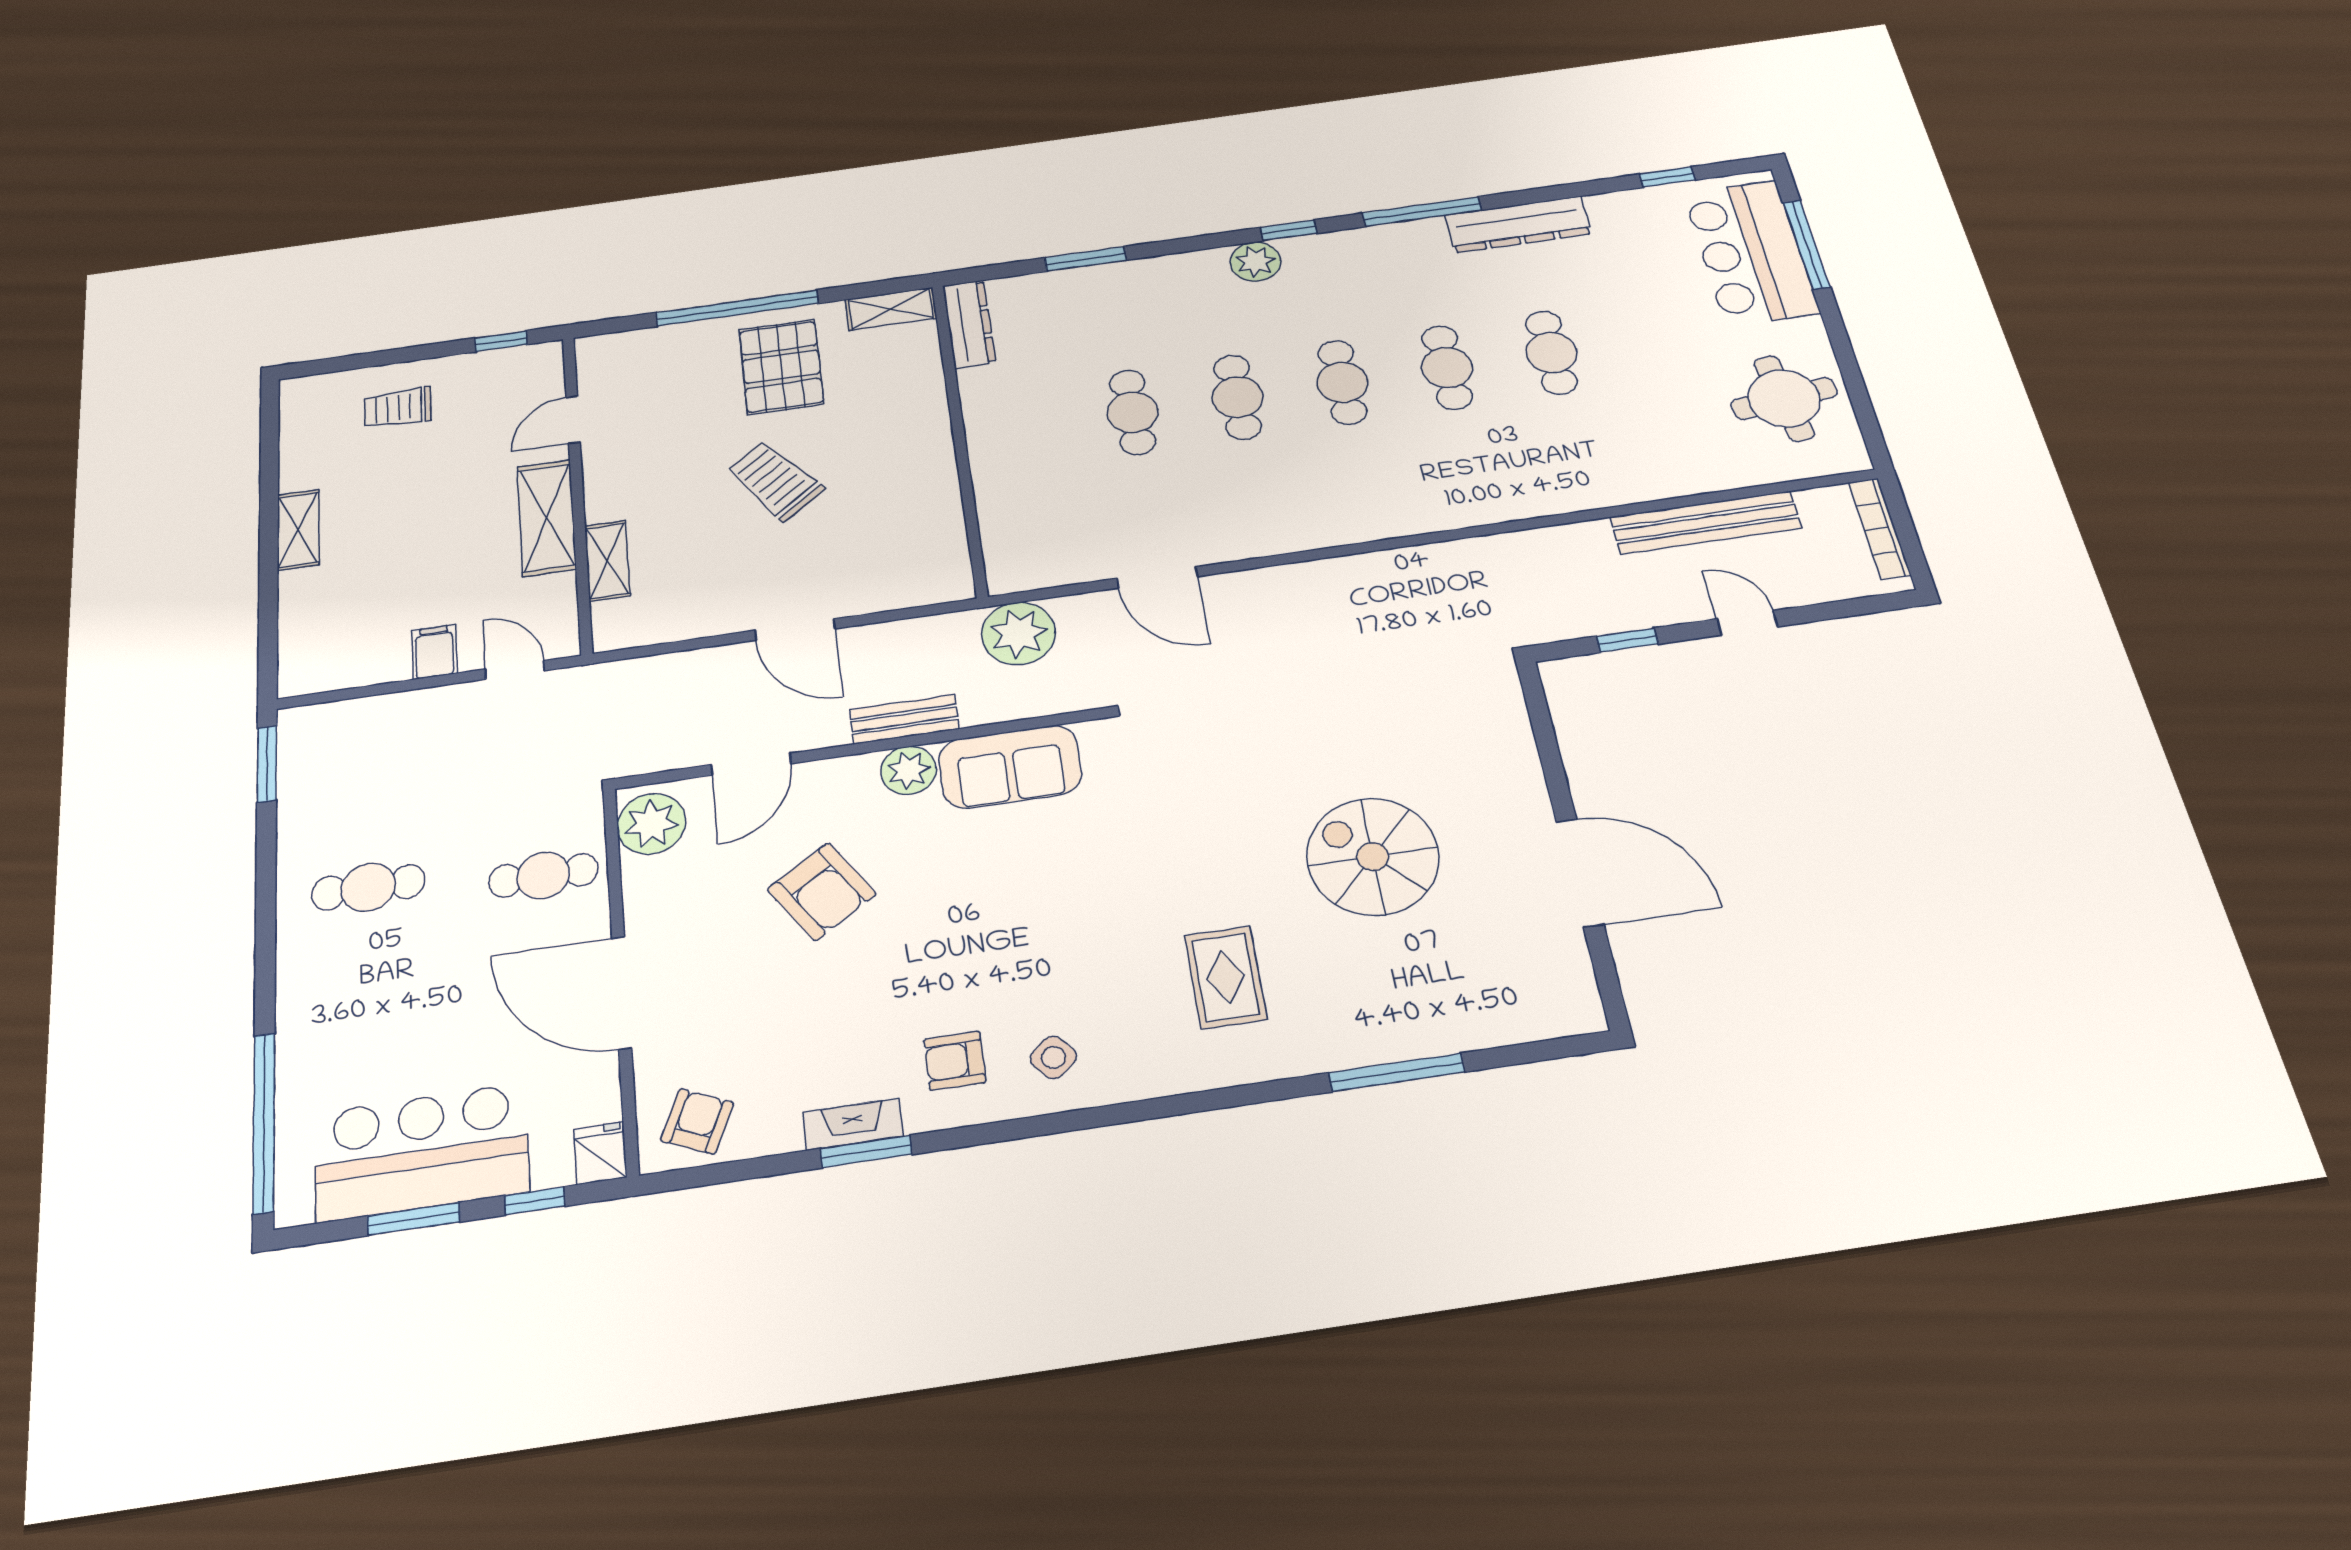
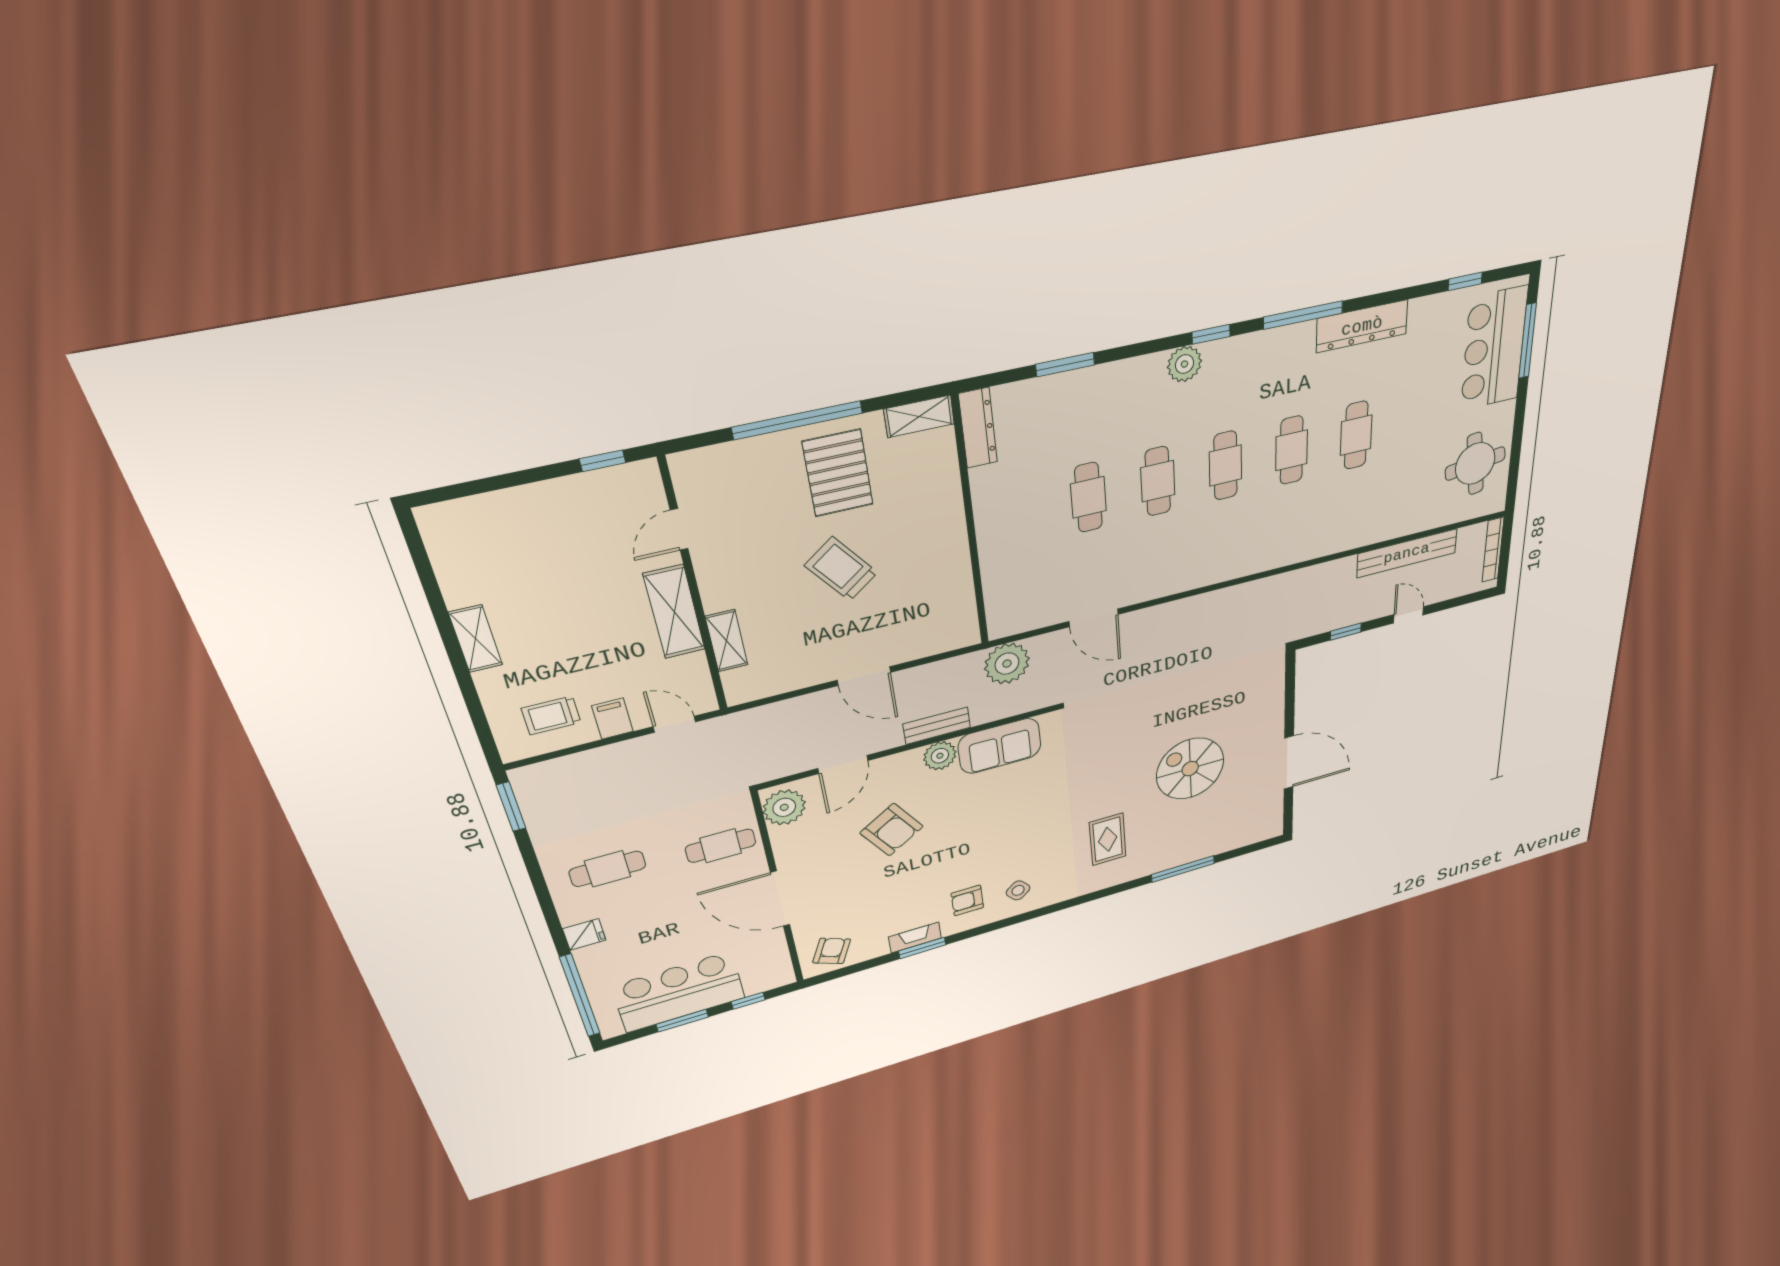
trolley: (398, 408) -> (551, 715), moved
fridge: (600, 1153) -> (584, 934), moved, turned 90

